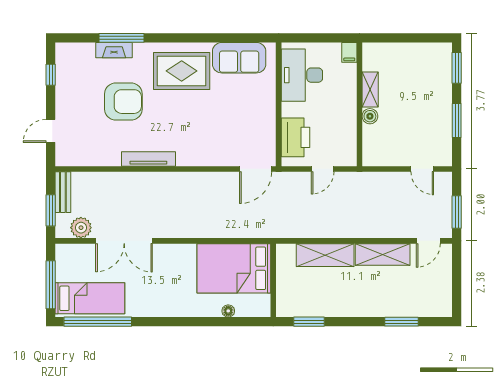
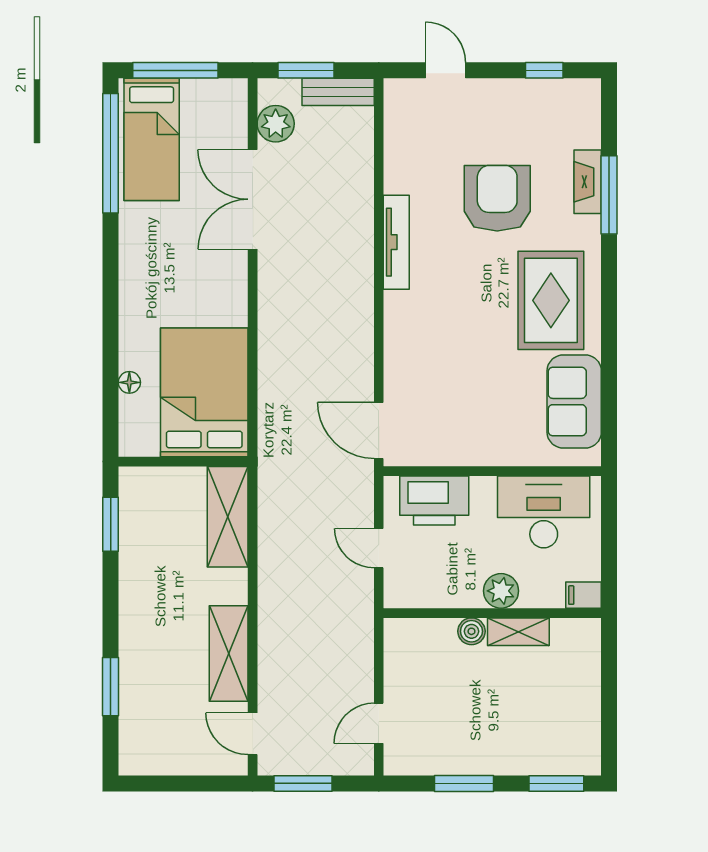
plant: (347, 99) -> (501, 591), added
armchair: (123, 102) -> (497, 198), turned 180
shelving: (325, 255) -> (228, 517), moved

